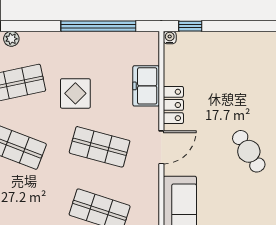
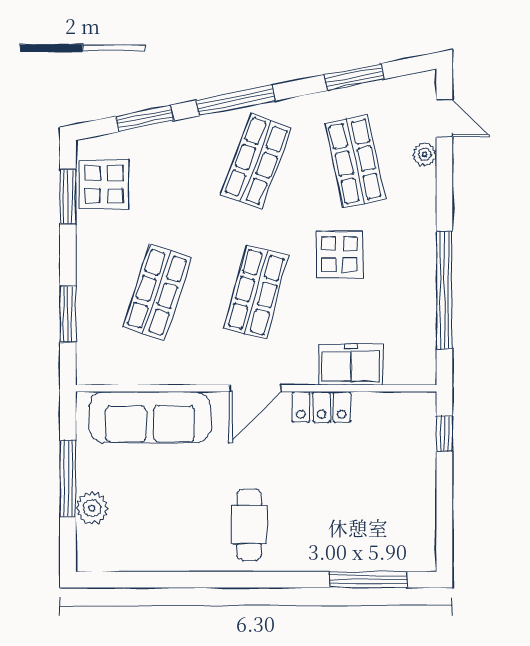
water cooler: (170, 38) -> (427, 401), removed
door: (161, 147) -> (255, 388), hinge flipped
cafe table: (249, 151) -> (249, 525), turned -58

